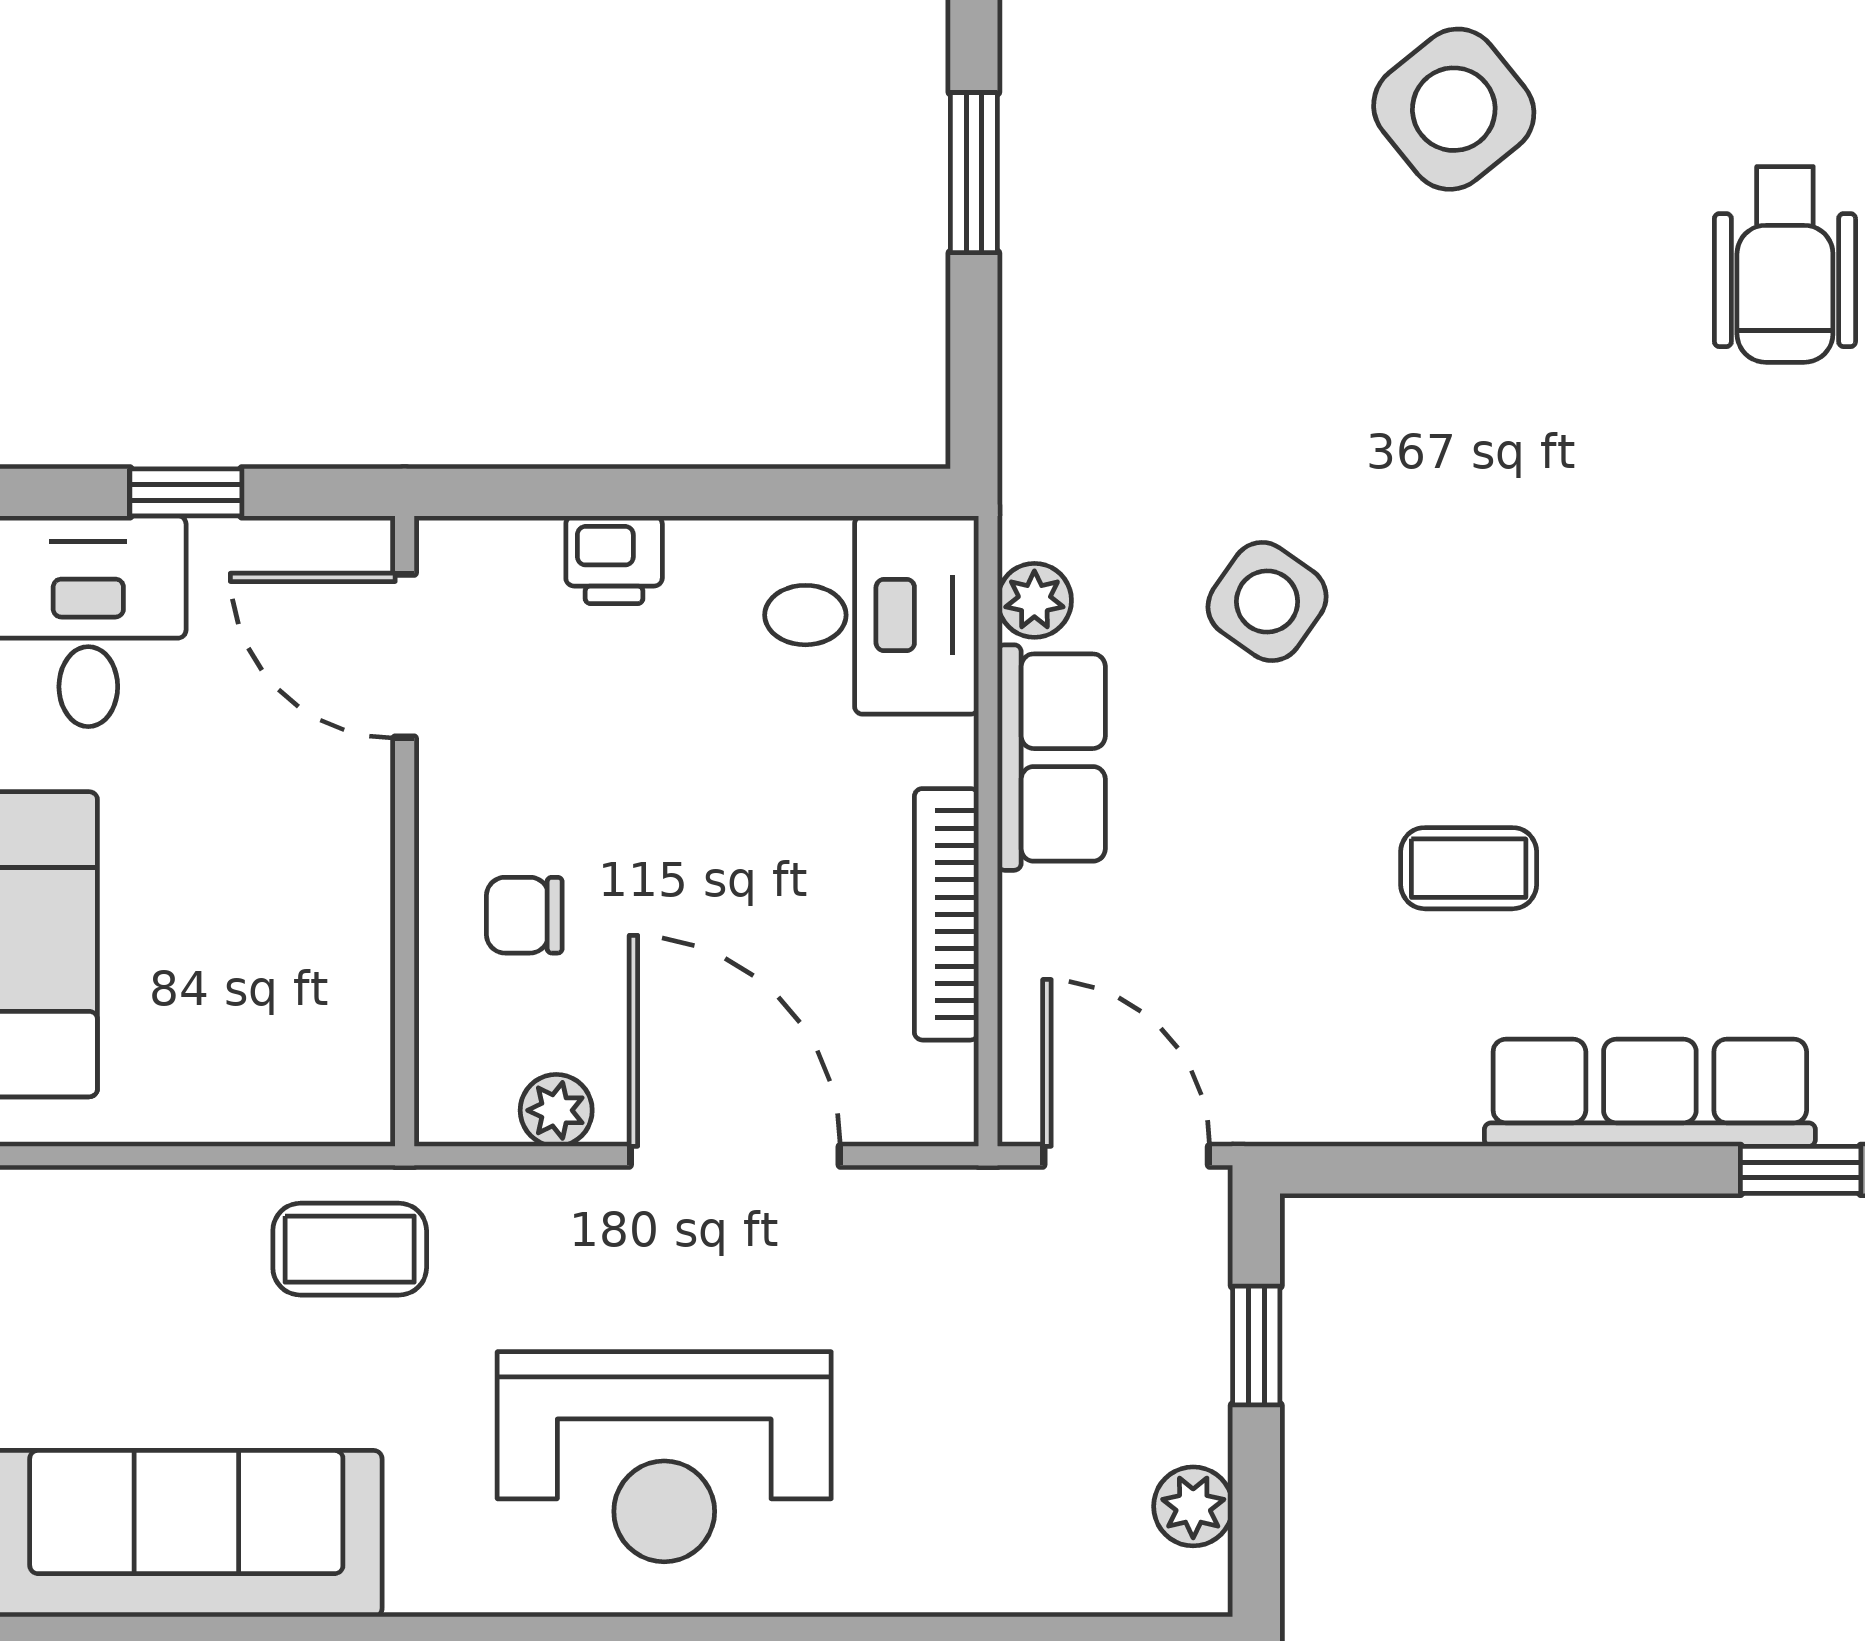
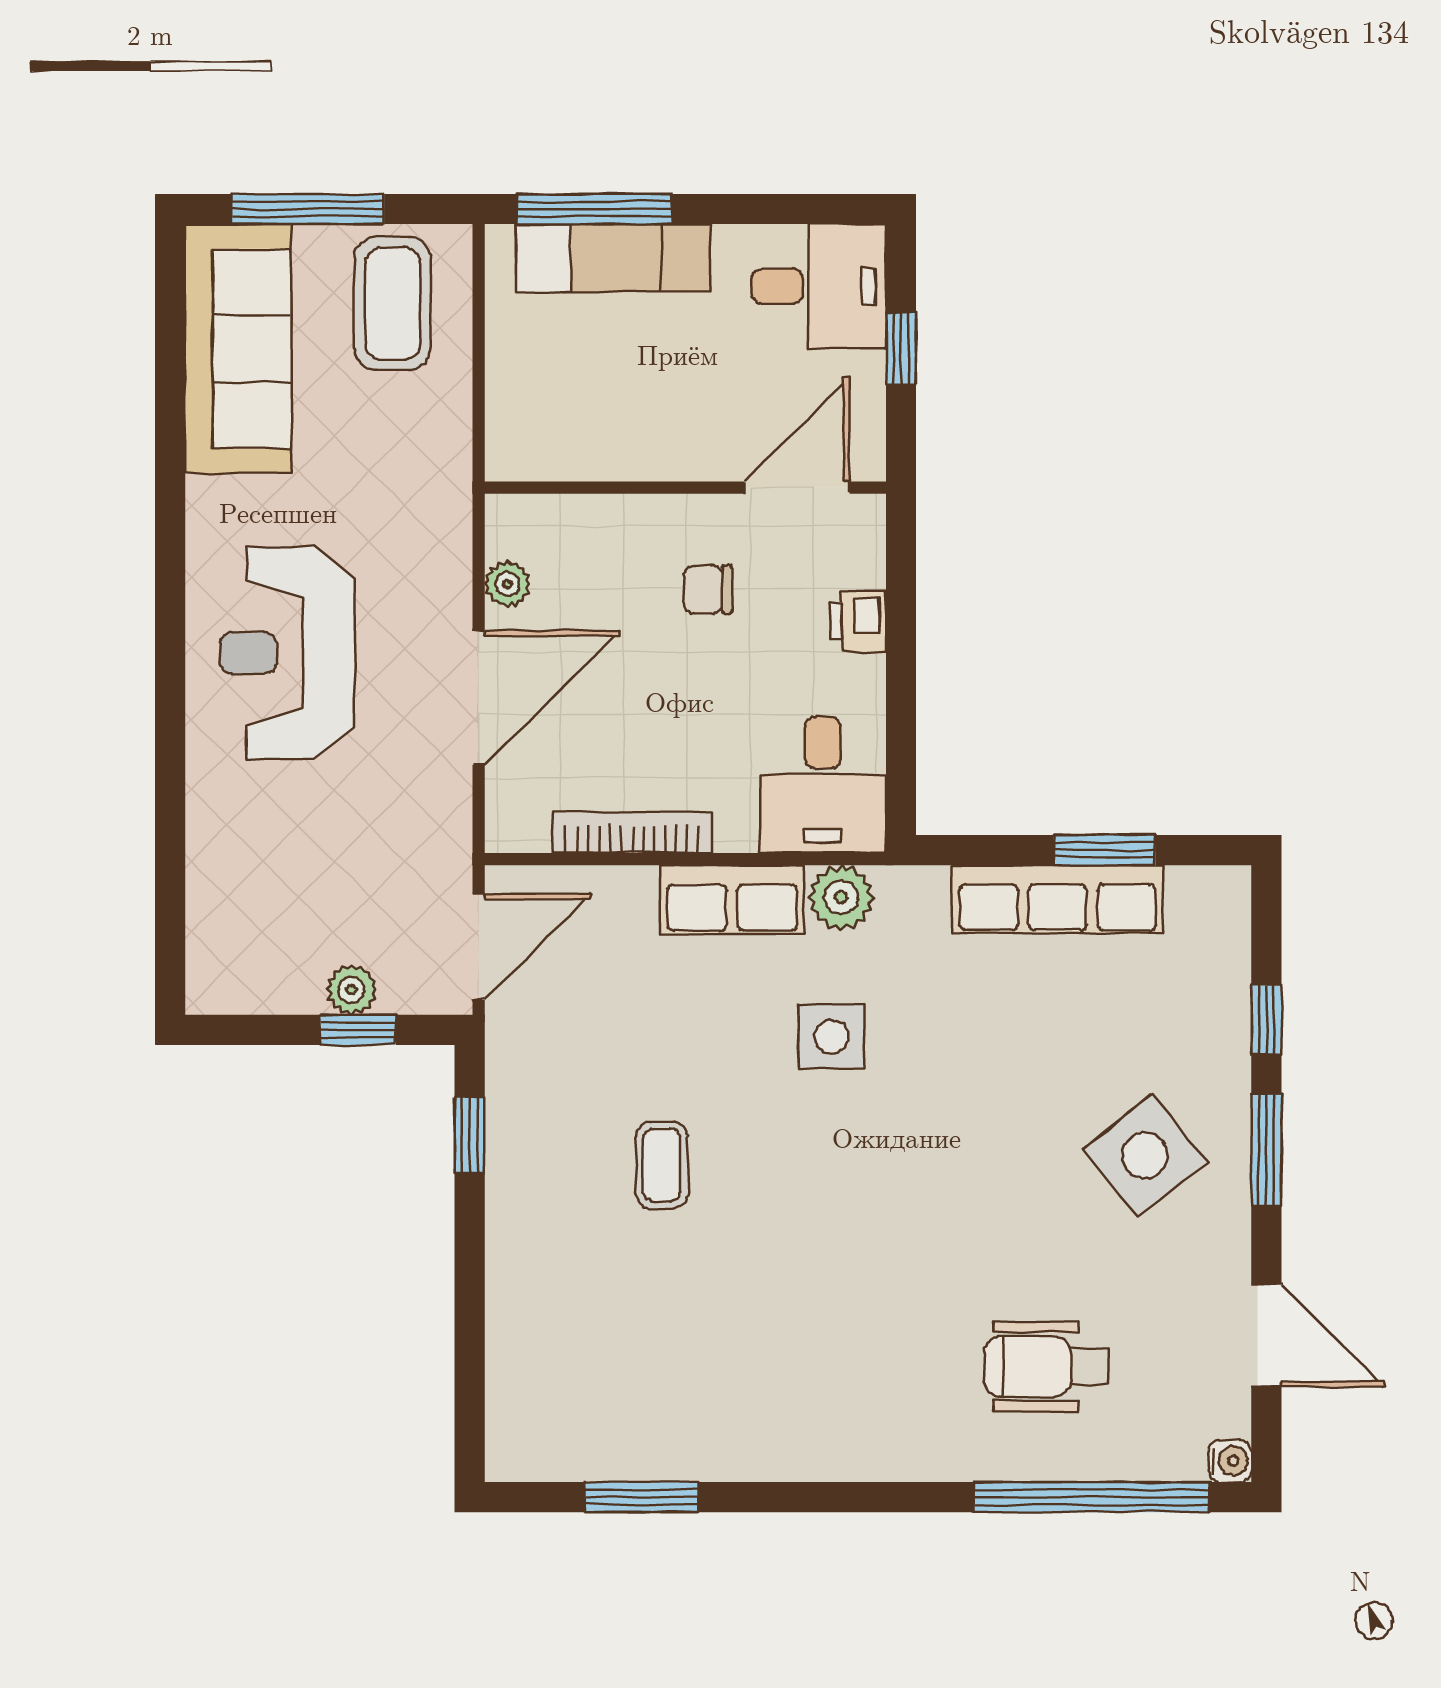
plant: (1034, 600) -> (841, 897), width x1.38, depth x1.38
side table: (1267, 602) -> (831, 1037), turned -35
chair: (524, 915) -> (708, 590), moved, turned -90
row of seats: (1650, 1093) -> (1058, 899), moved, turned 90
window: (1801, 1170) -> (470, 1135), moved
coffee table: (350, 1249) -> (393, 303), moved, width x1.36, depth x1.30
plant: (1193, 1506) -> (351, 990), moved

